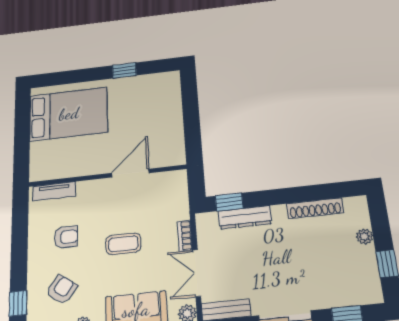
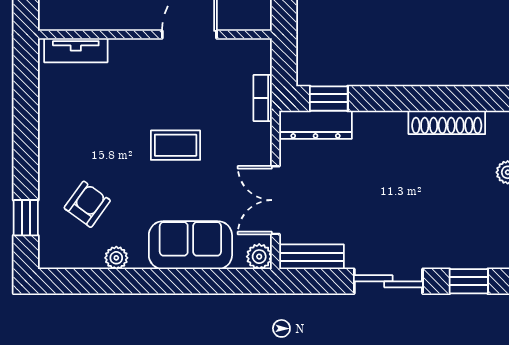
dresser: (245, 217) -> (315, 125), moved
bookcase: (185, 236) -> (263, 98), moved
armchair: (66, 237) -> (93, 125), removed

